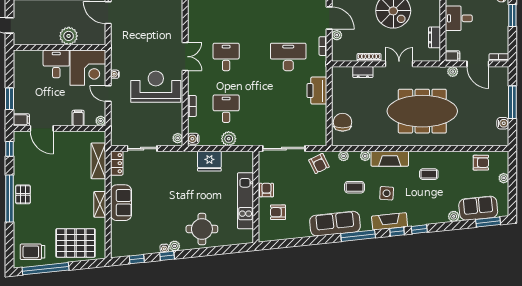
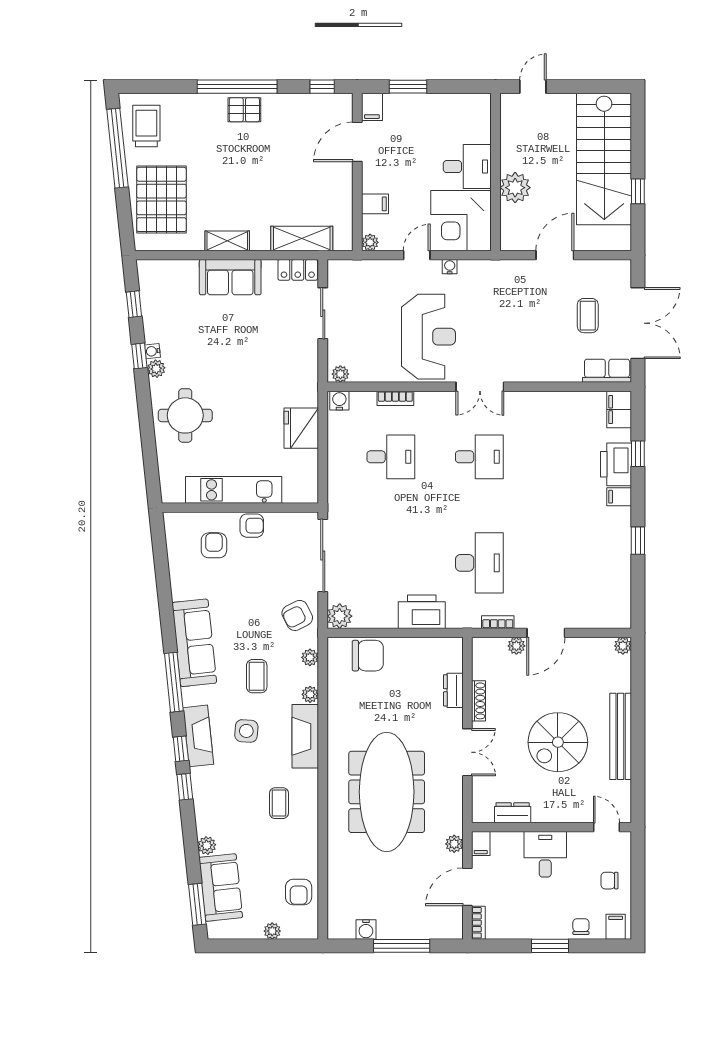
plant: (229, 139) -> (340, 616), moved

